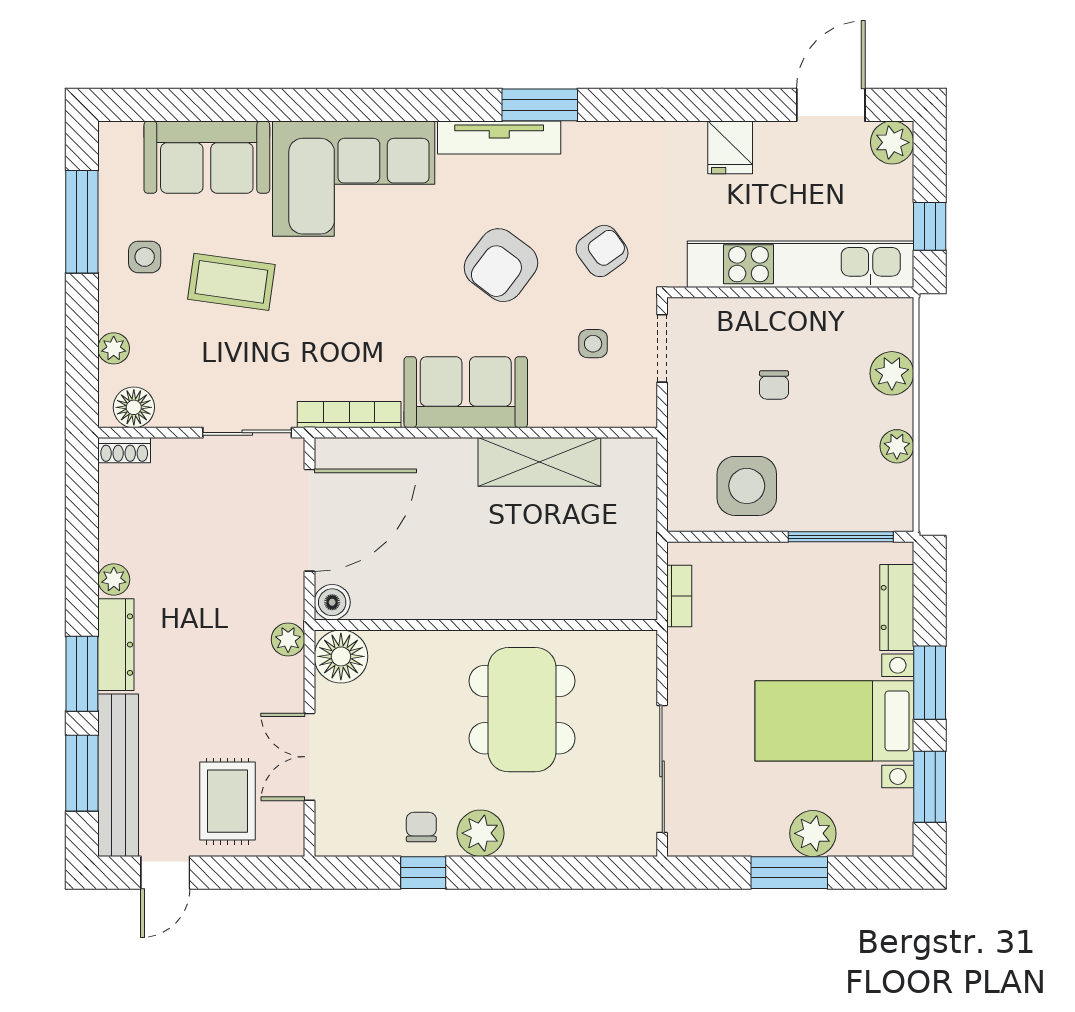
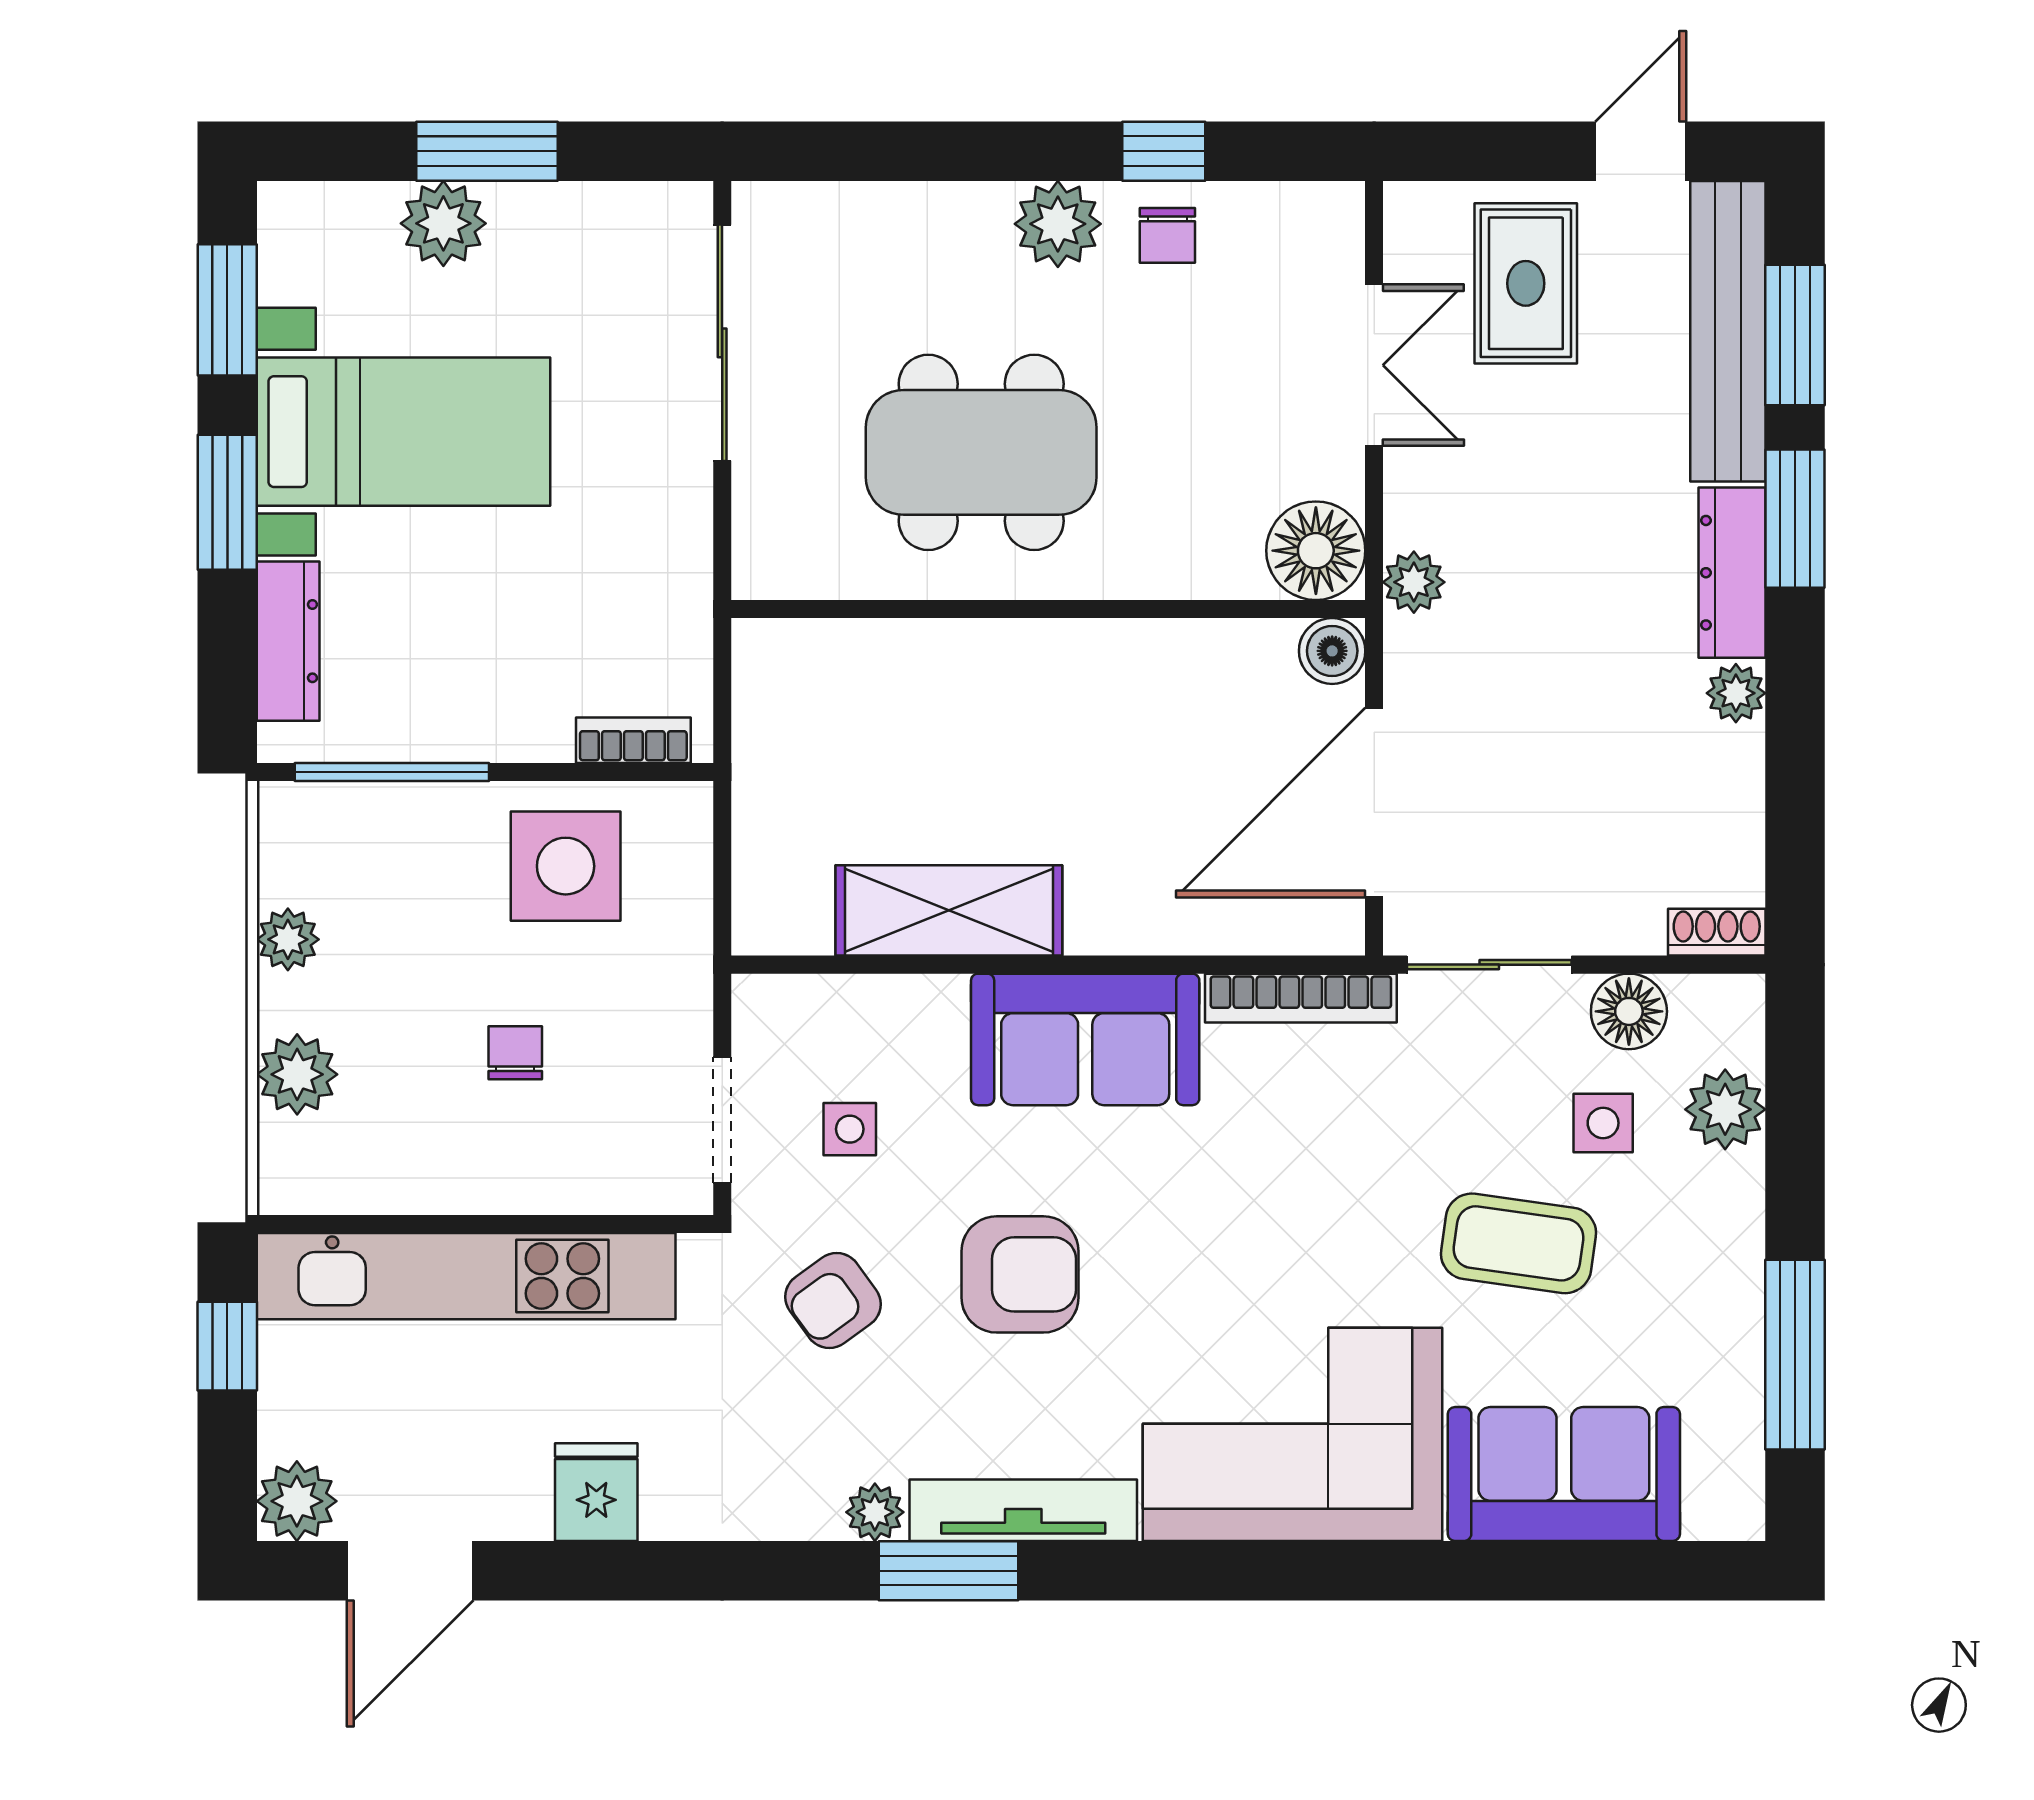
plant: (579, 136) -> (875, 1512), added
side table: (145, 257) -> (1603, 1123), moved
armchair: (501, 265) -> (1020, 1274), turned 53
plant: (114, 348) -> (1725, 1109), width x1.38, depth x1.38
floor lamp: (134, 407) -> (1629, 1011), moved
bookcase: (679, 596) -> (633, 740), moved, turned 90
dining table: (522, 710) -> (981, 452), turned 90

